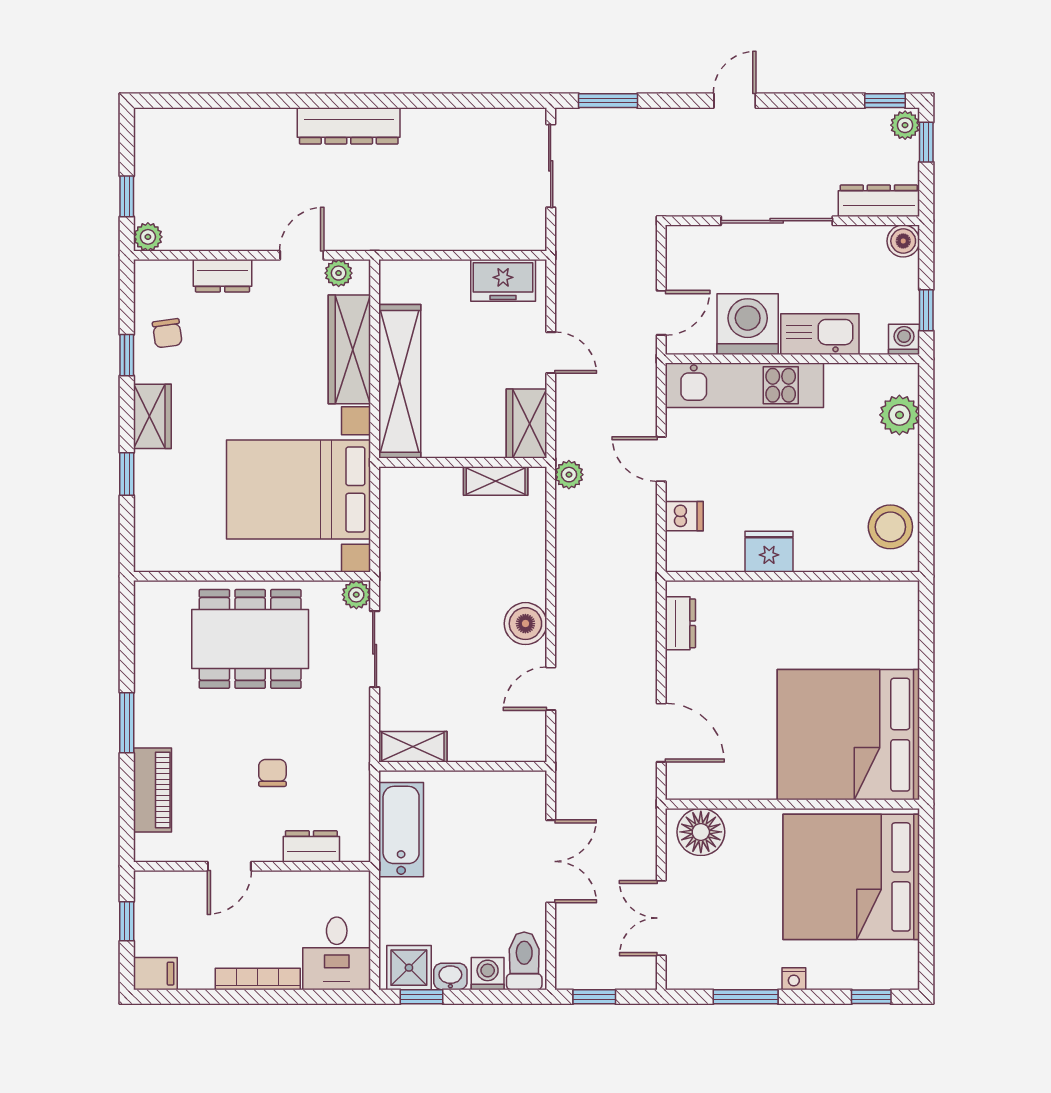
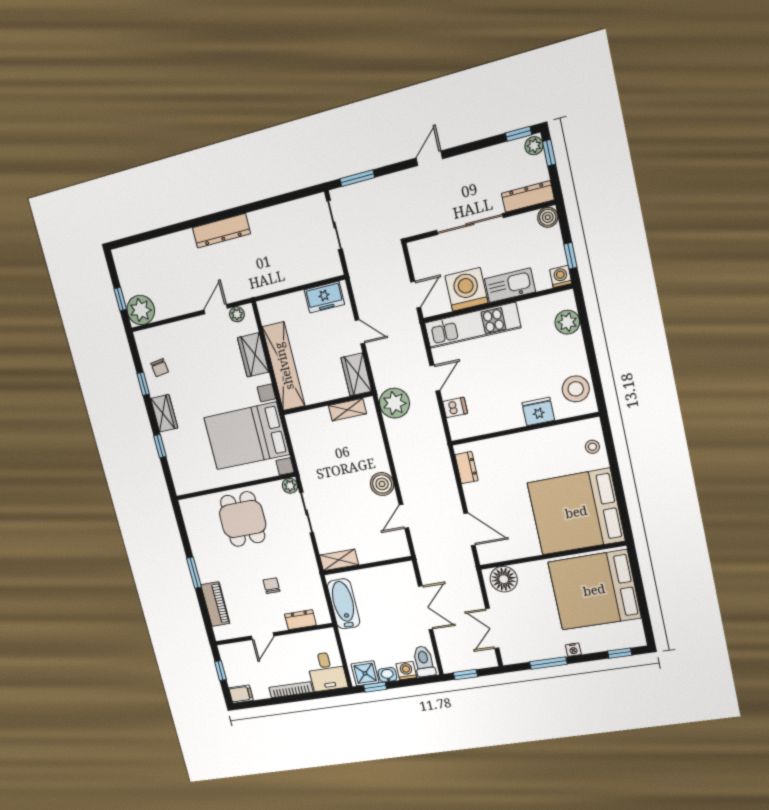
plant: (148, 237) -> (141, 310), width x1.87, depth x1.87
dresser: (222, 276) -> (179, 330), removed
wardrobe: (349, 349) -> (253, 355), width x0.67
door: (661, 459) -> (435, 378), swing flipped
plant: (569, 475) -> (394, 403), width x1.88, depth x1.88
fridge: (769, 552) -> (538, 411), moved
stool: (898, 629) -> (592, 447), added
dining table: (250, 639) -> (243, 519), width x0.73

